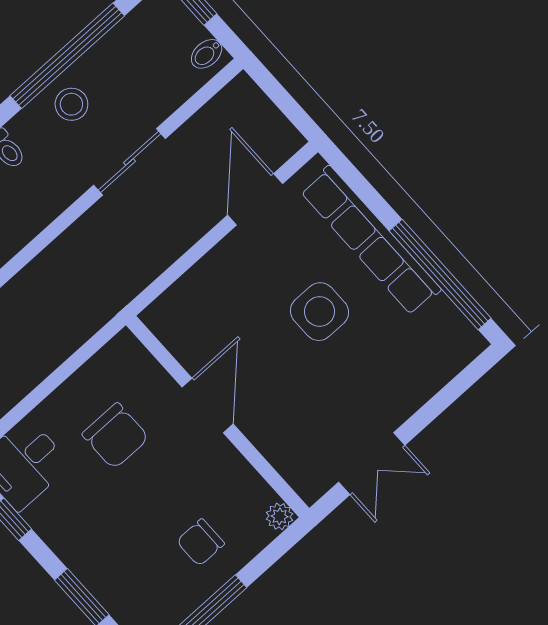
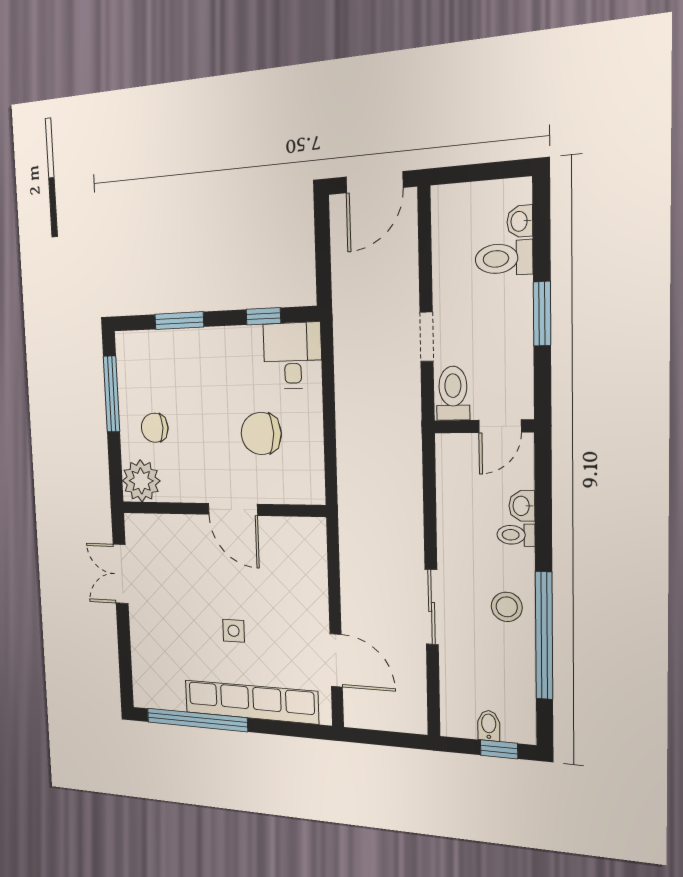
bidet: (207, 54) -> (489, 726), moved
side table: (319, 312) -> (234, 631), width x0.54, depth x0.54
plant: (280, 516) -> (141, 481), width x1.88, depth x1.88
chair: (201, 542) -> (155, 428), turned -90

